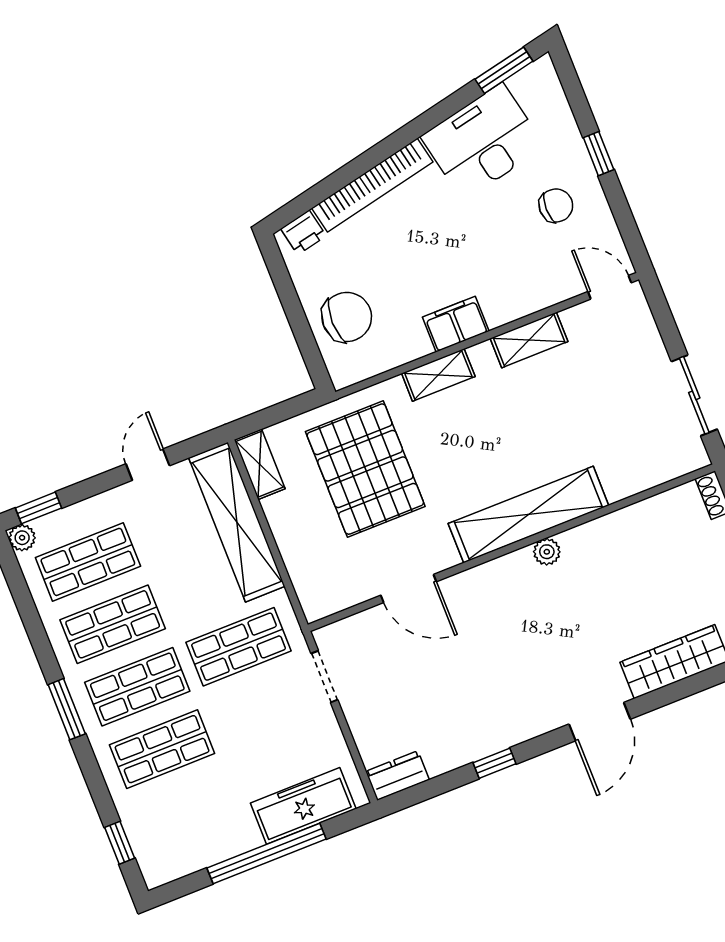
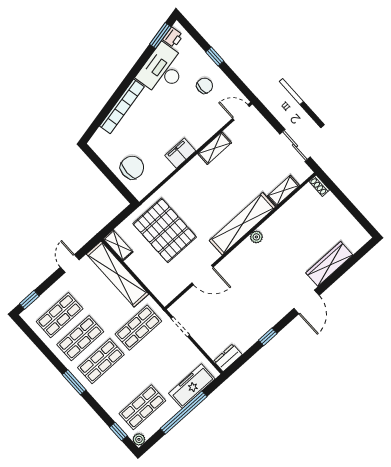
printer: (303, 232) -> (173, 37), moved
shelving: (438, 375) -> (283, 191), moved
plant: (22, 538) -> (139, 439), moved
shop shelf: (162, 749) -> (142, 407), moved

